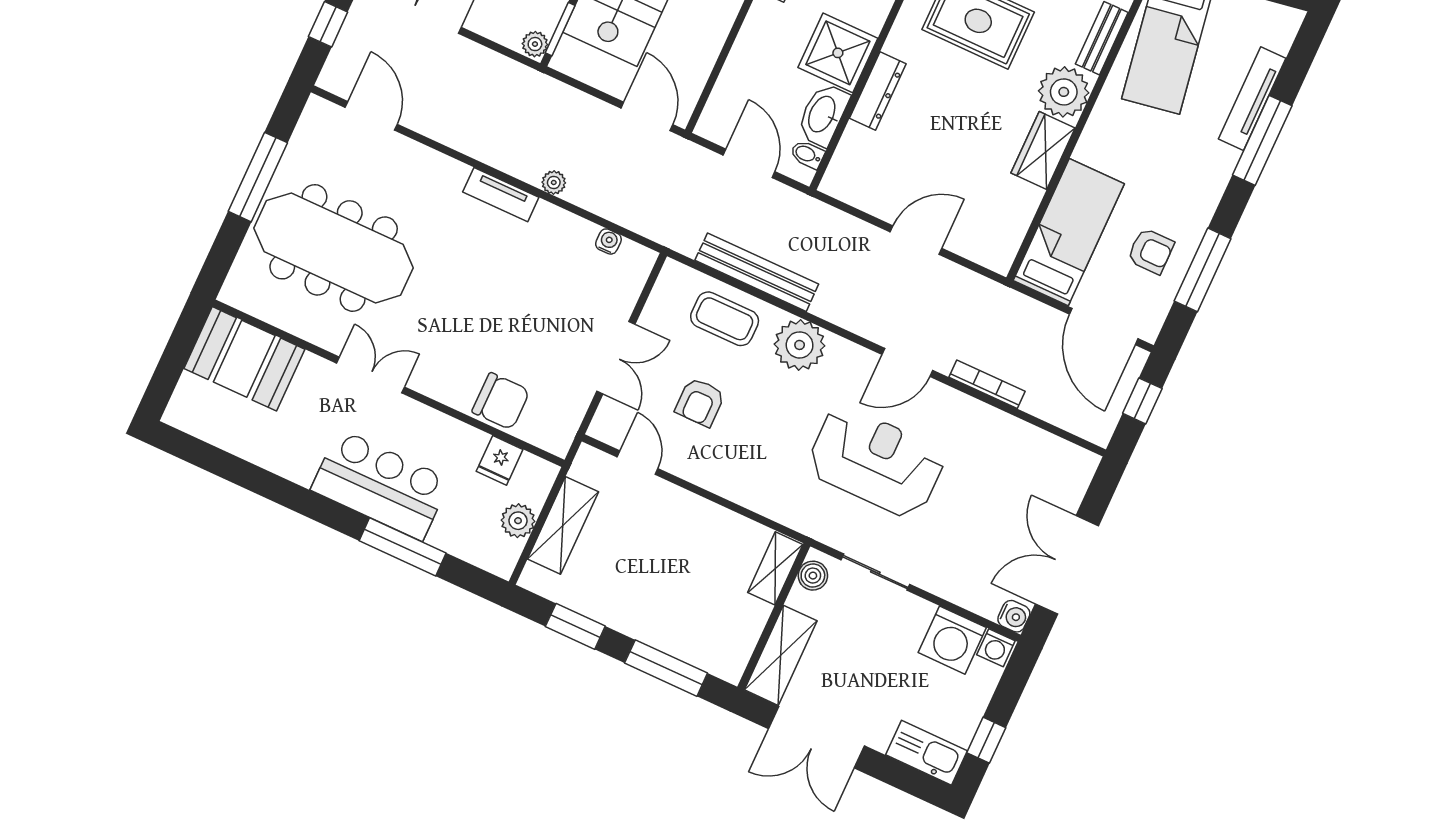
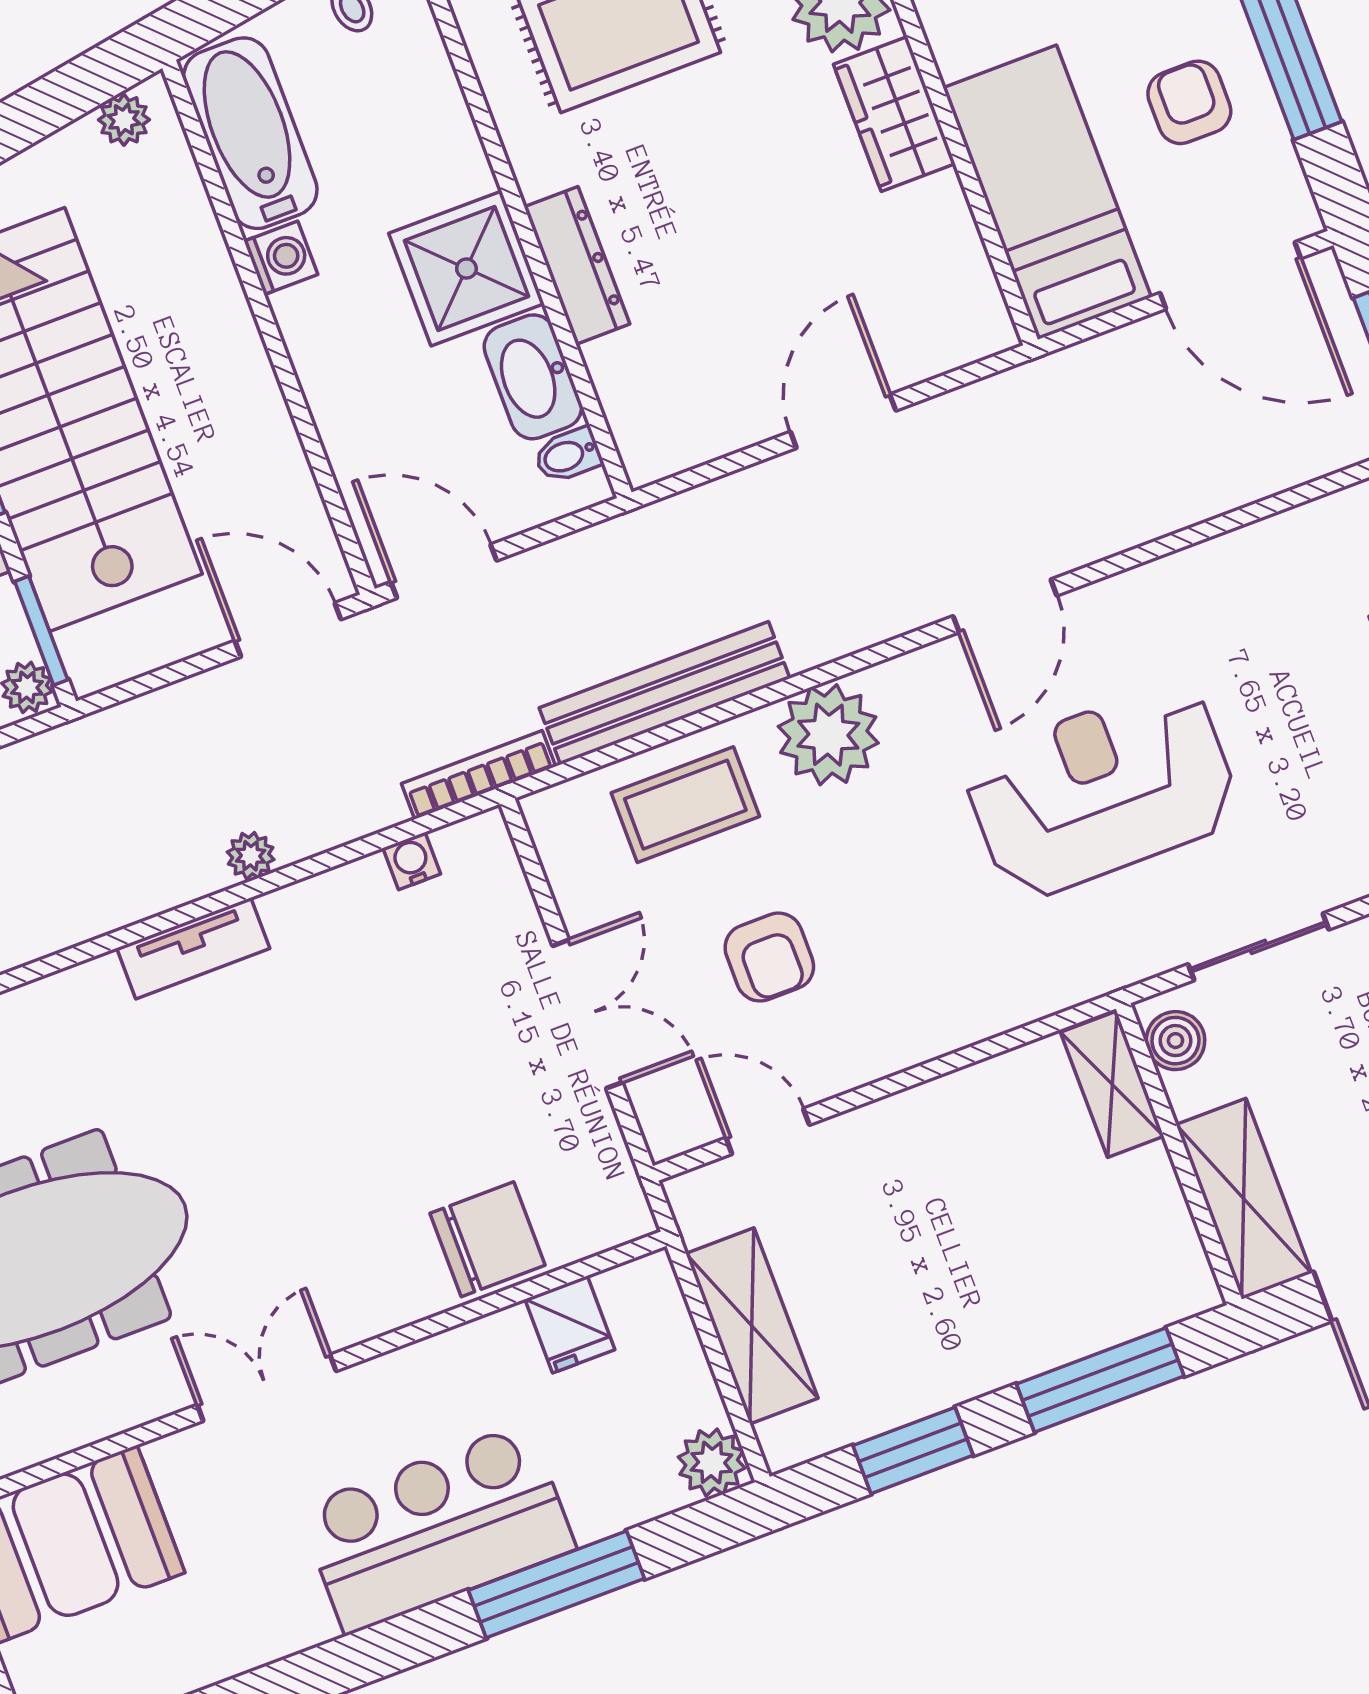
door: (749, 163) -> (444, 571), moved
armchair: (1151, 251) -> (1189, 102), turned -90
bookcase: (987, 384) -> (479, 775), moved
plant: (518, 521) -> (712, 1462), moved

